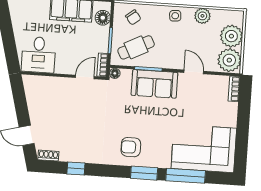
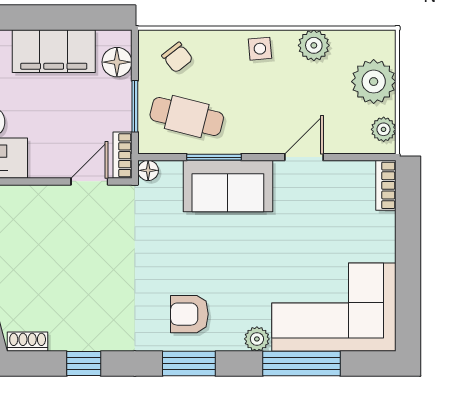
cafe table: (136, 47) -> (187, 117), turned 41
plant: (229, 60) -> (384, 129), width x0.53, depth x0.53
door: (194, 72) -> (304, 157), hinge flipped
plant: (164, 162) -> (257, 339), added
window: (144, 173) -> (189, 364), moved

